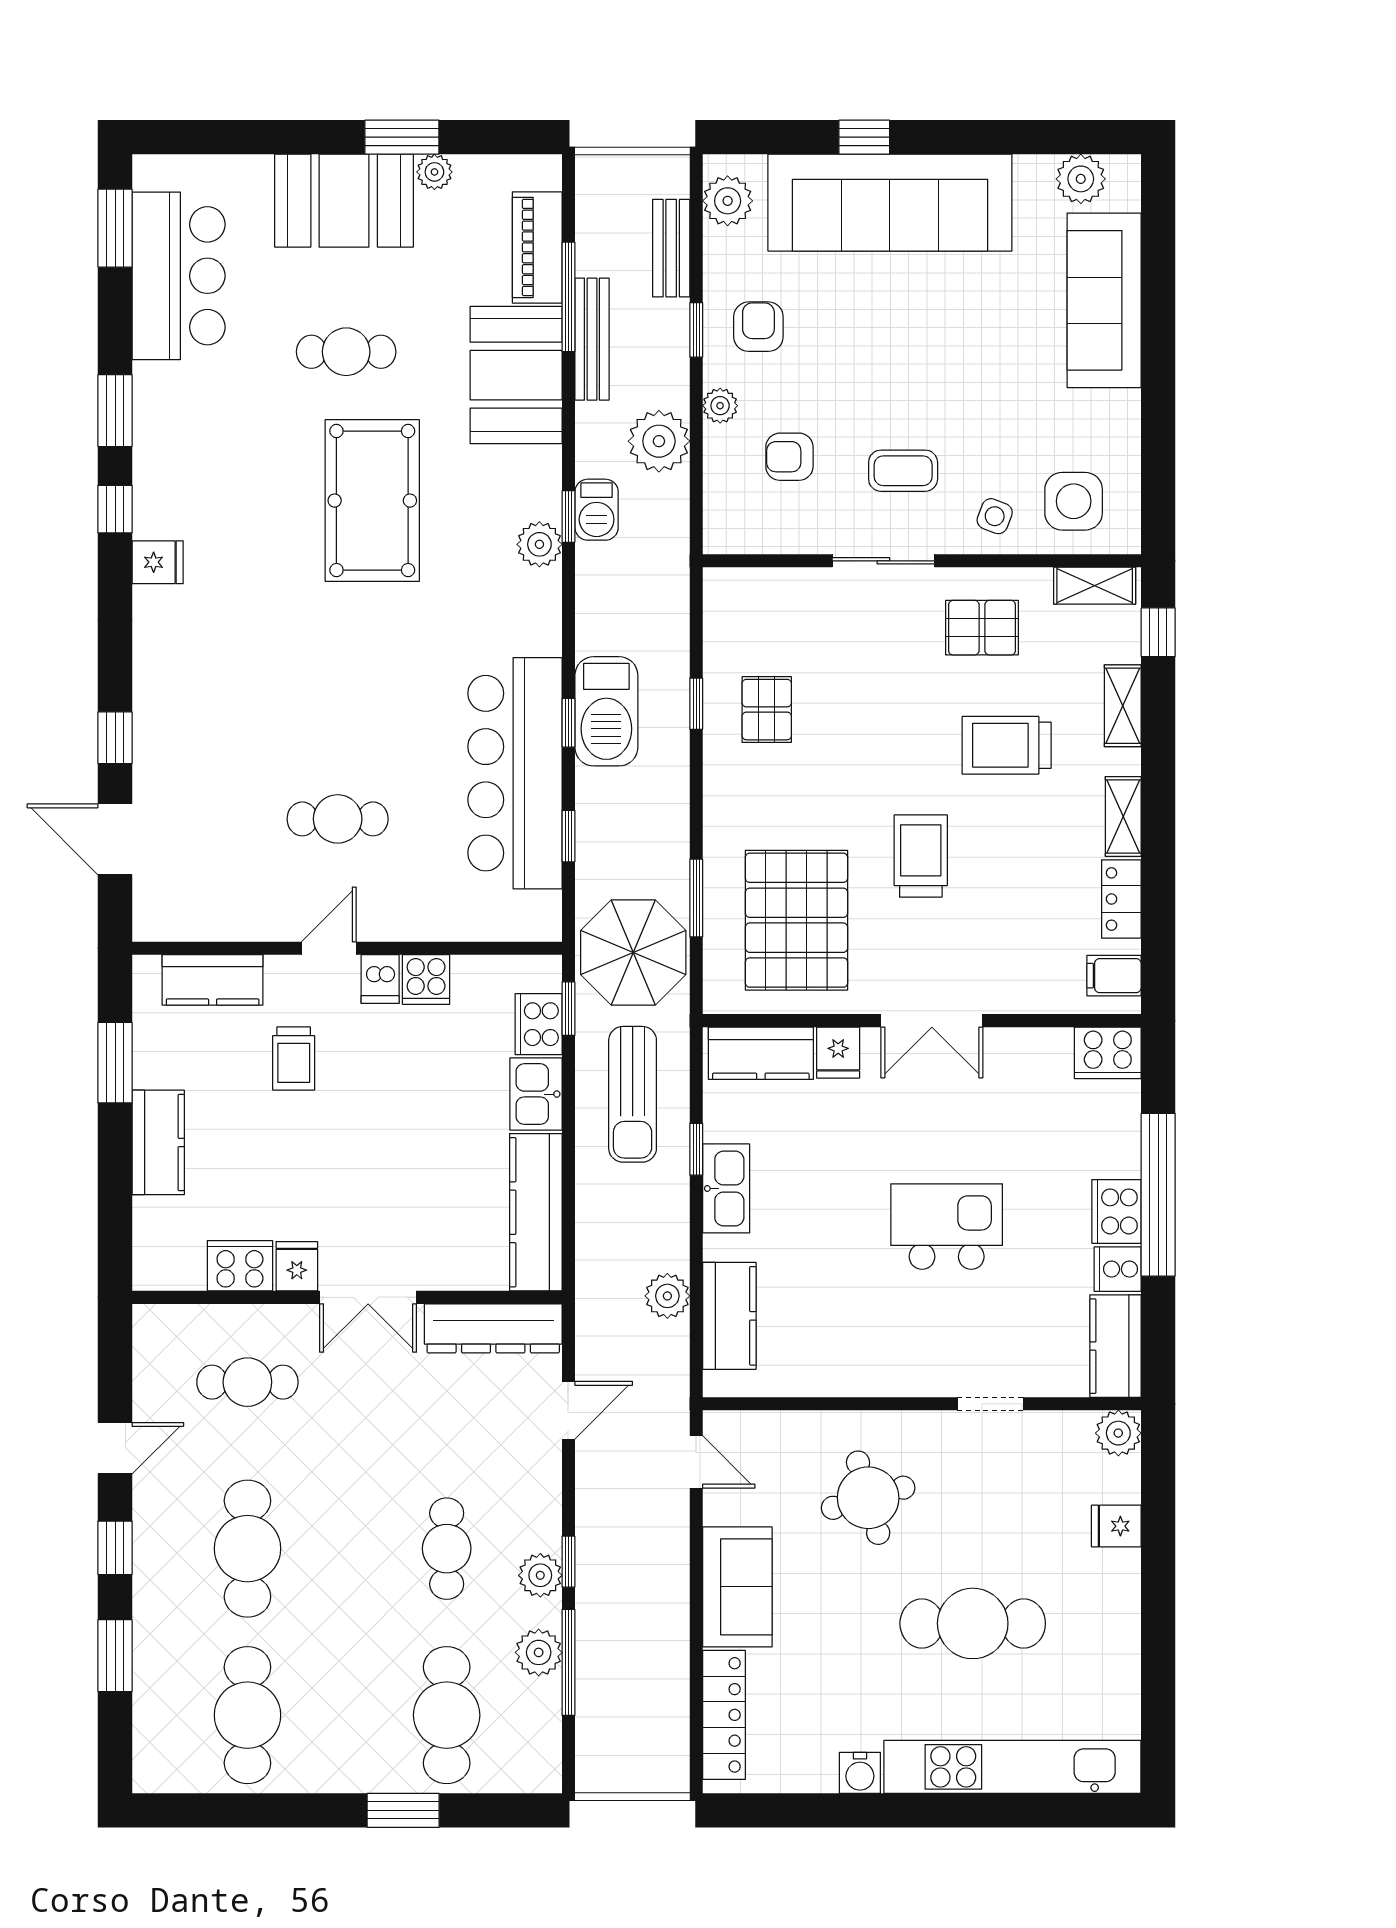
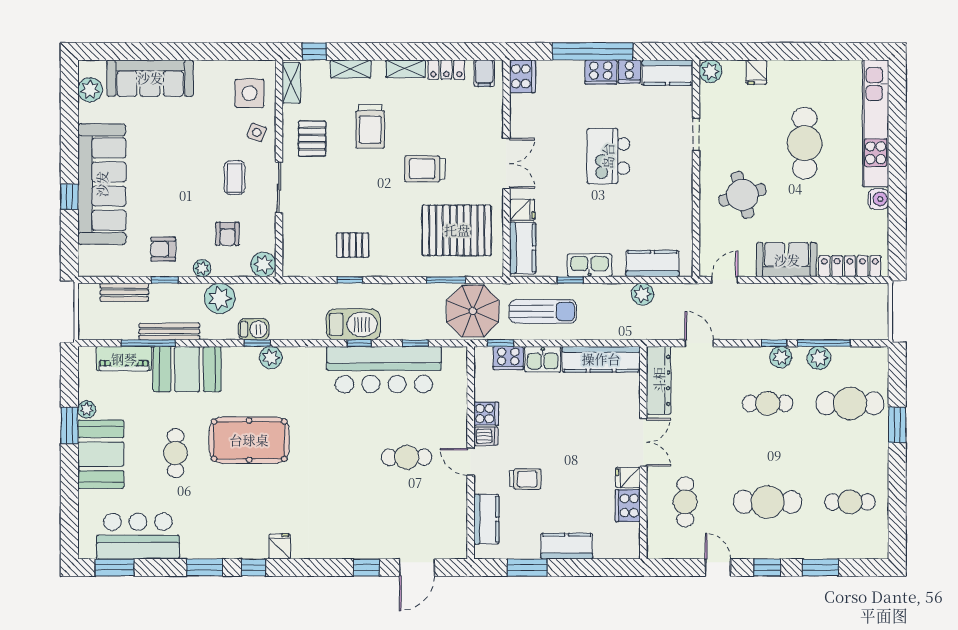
plant: (728, 201) -> (263, 264), moved
cafe table: (338, 819) -> (407, 457), turned 90
cafe table: (247, 1715) -> (850, 502), width x0.73, depth x0.74

